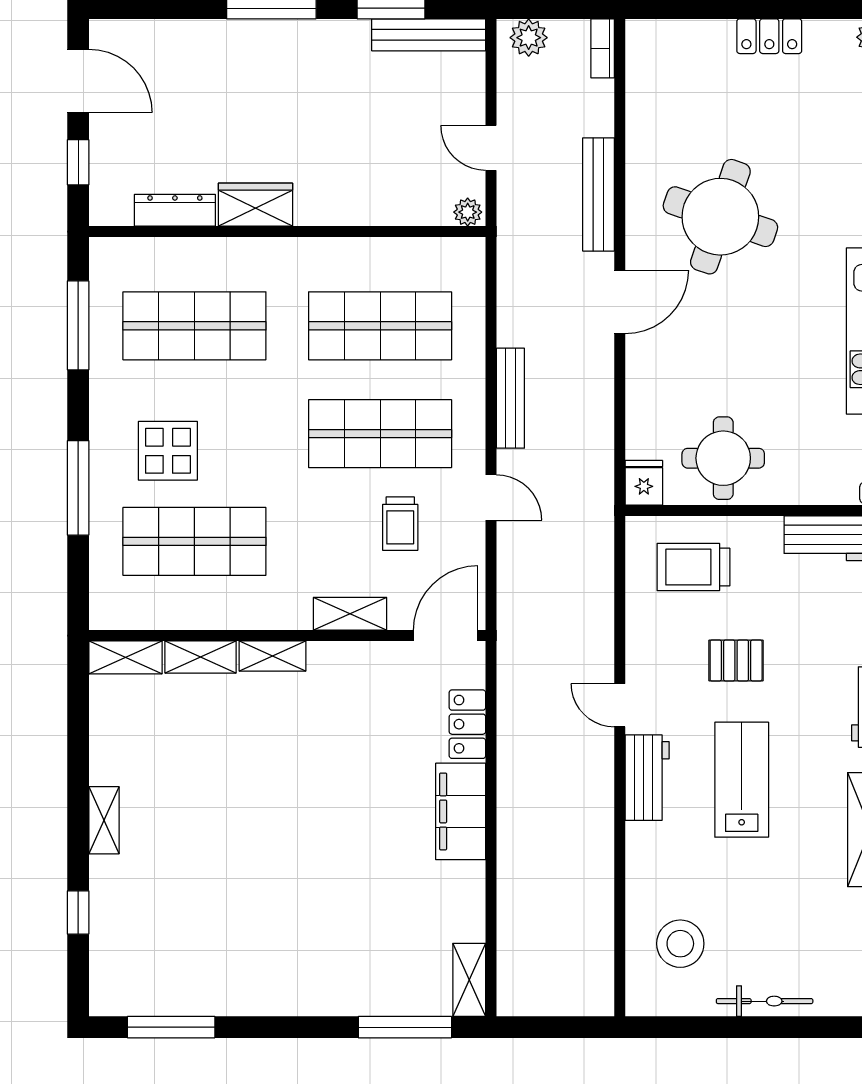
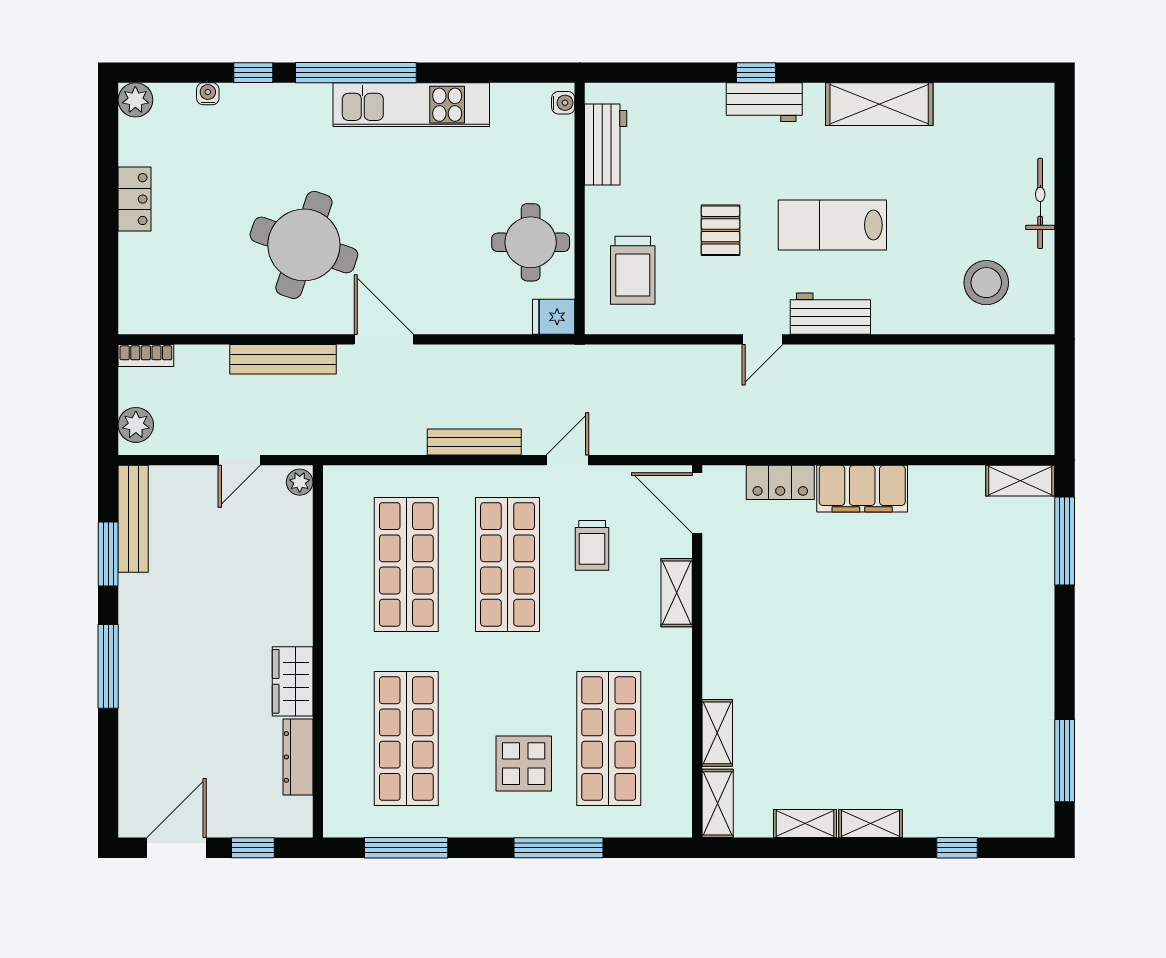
trolley: (400, 524) -> (592, 545), turned 90
shelving: (273, 656) -> (805, 824), moved, turned 90

